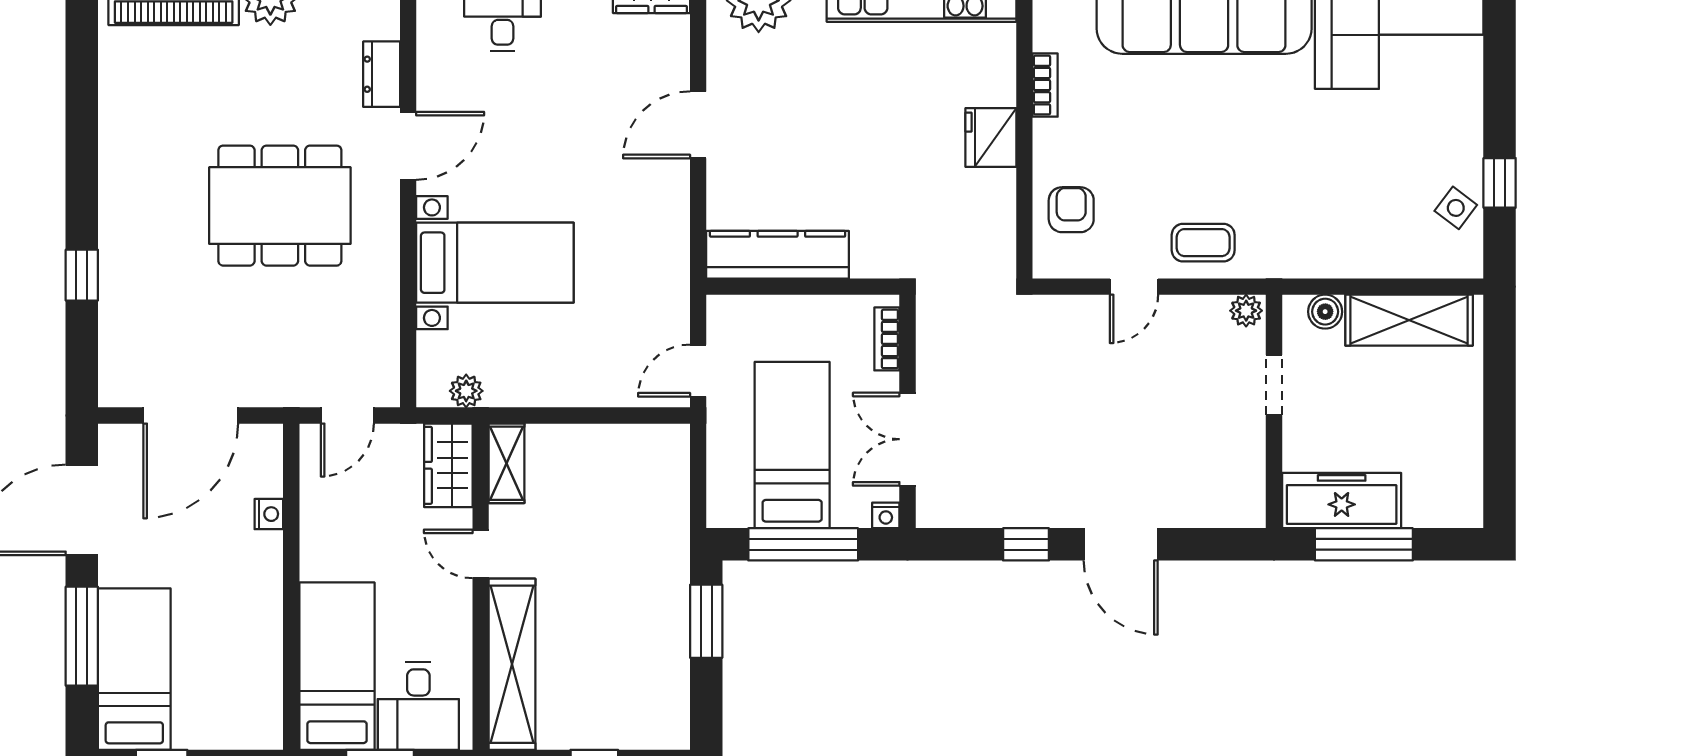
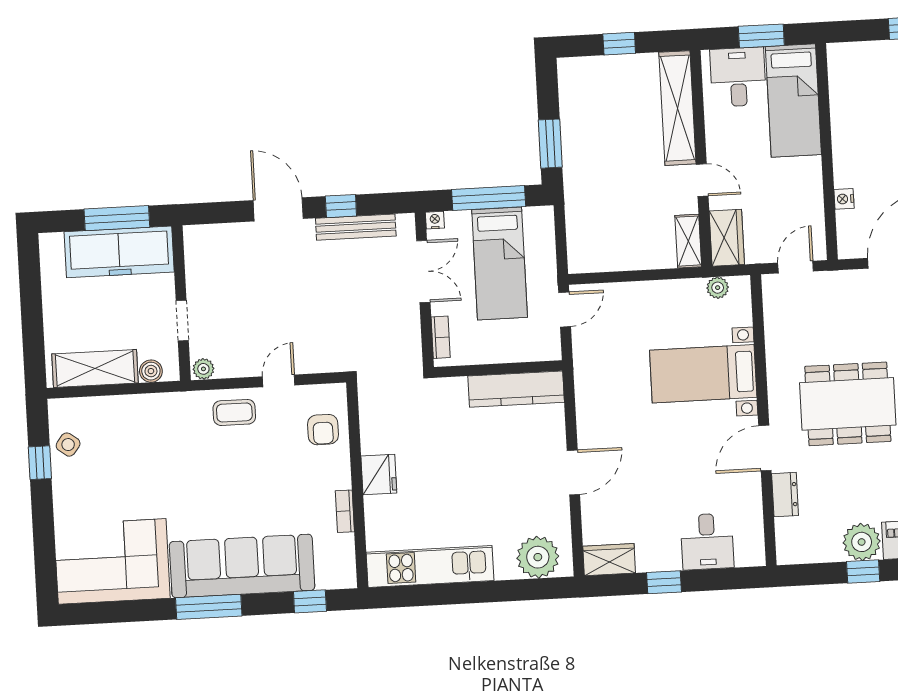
freezer: (1342, 501) -> (119, 252), width x1.36, depth x1.26
bench: (1005, 512) -> (356, 227), added

